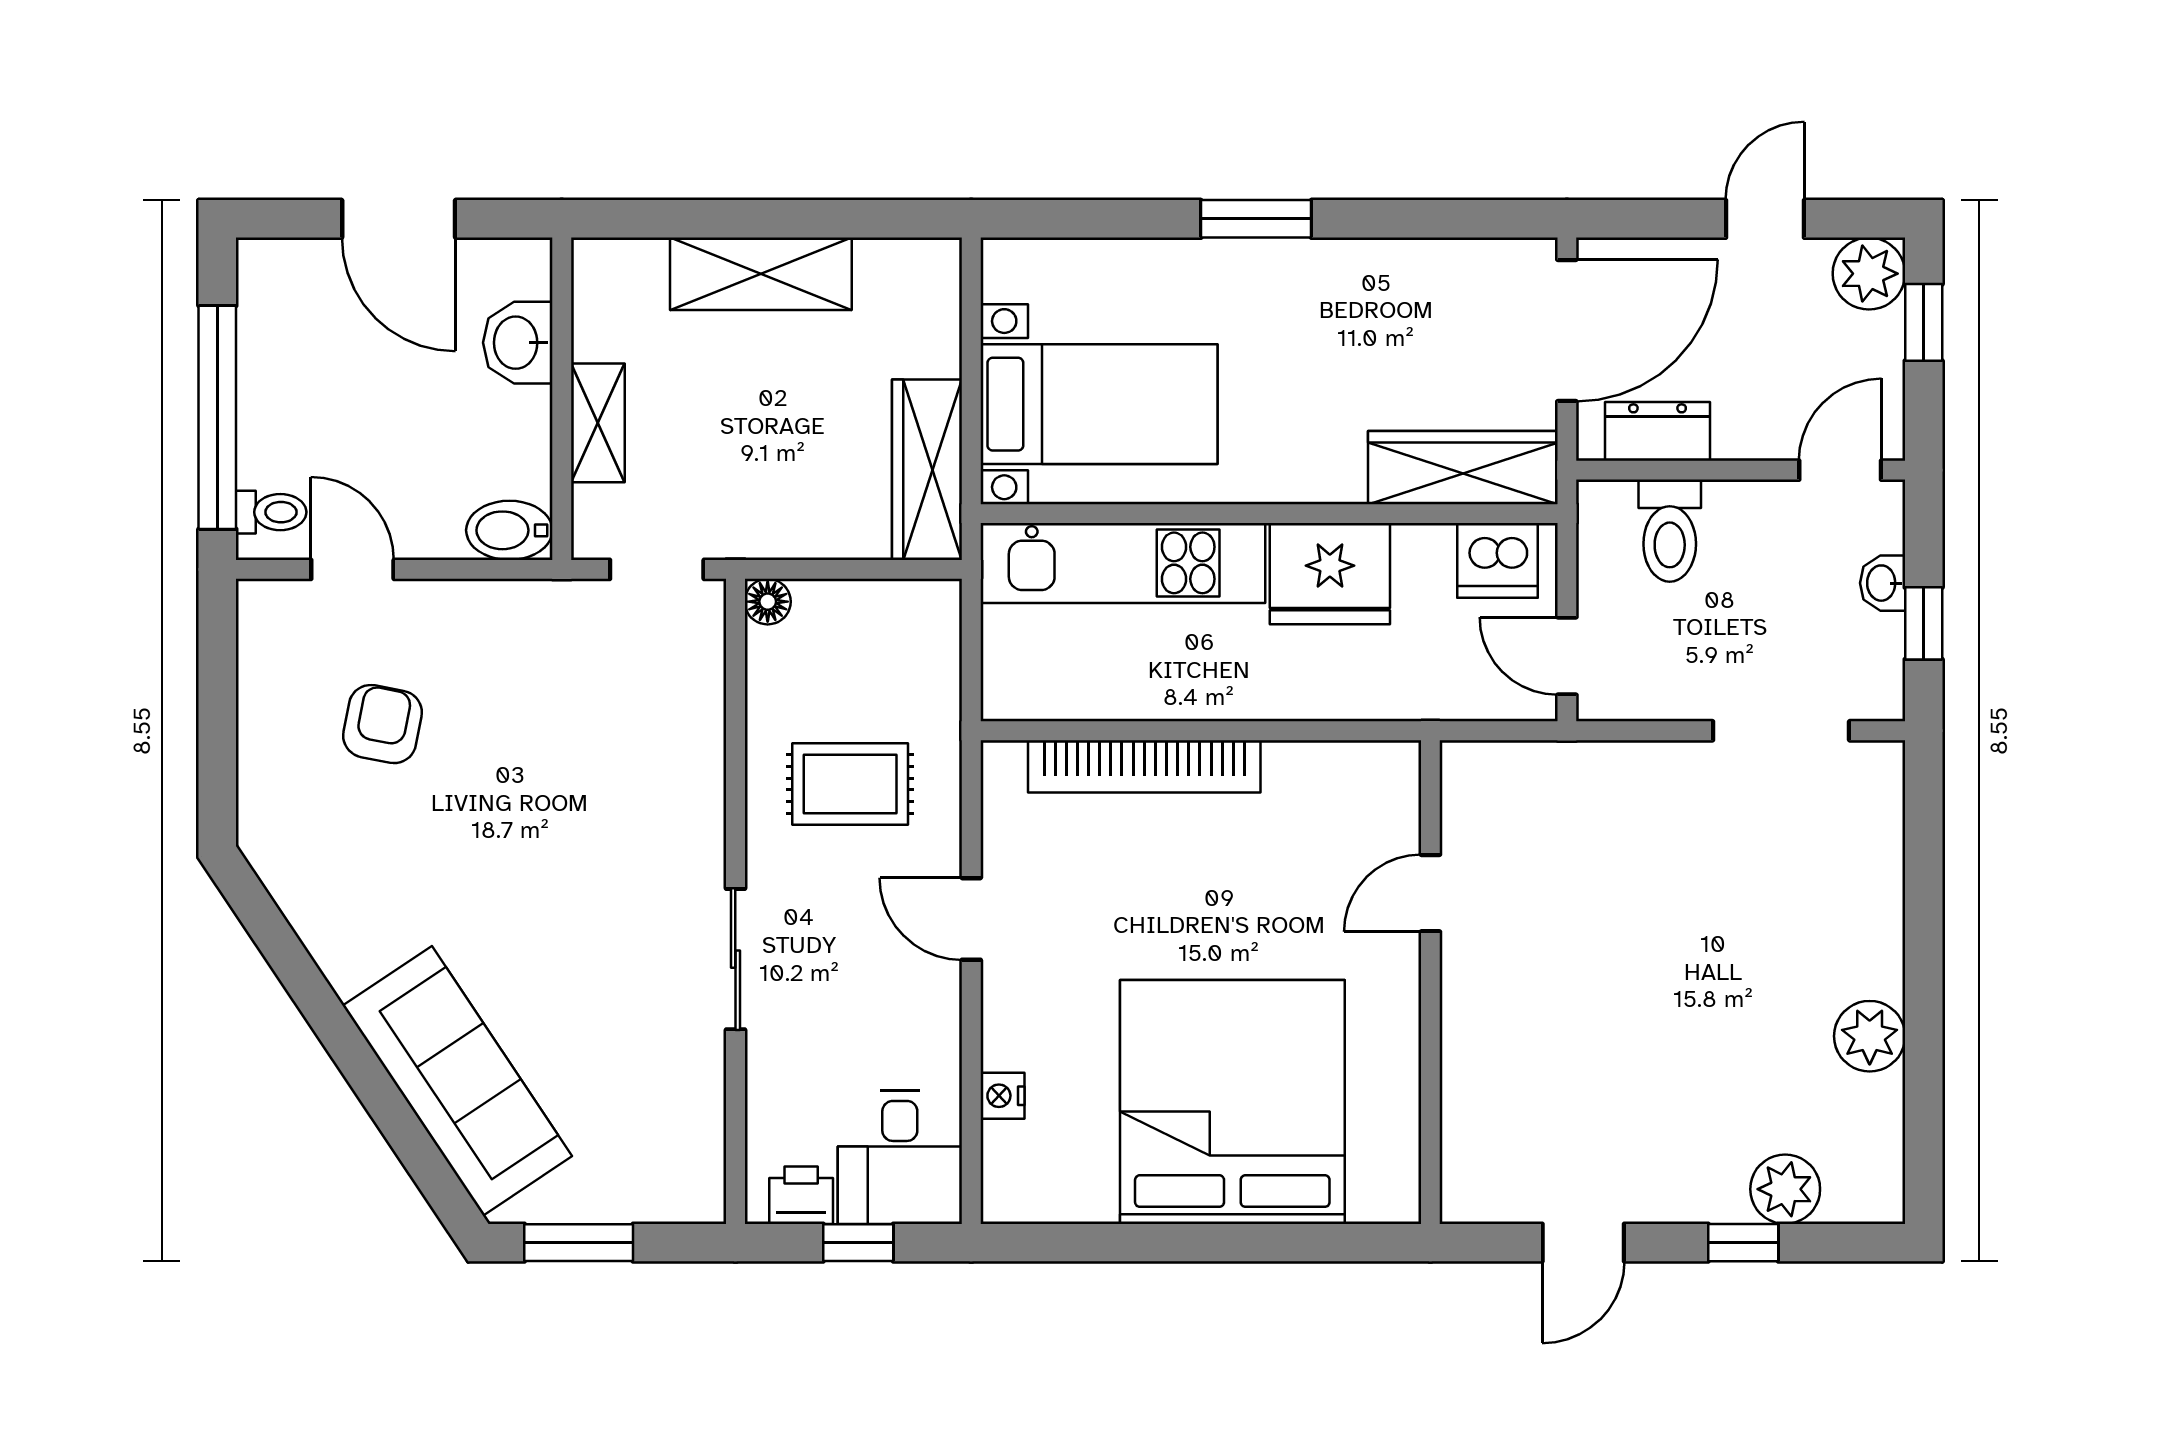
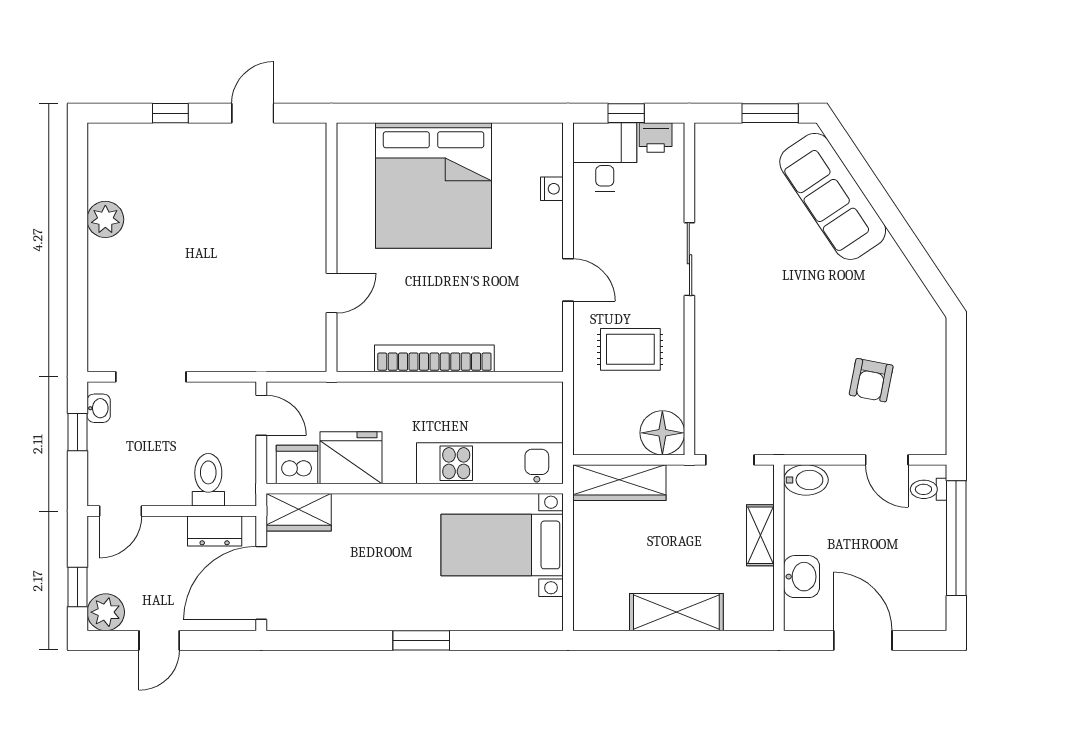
wardrobe: (1463, 468) -> (299, 512), width x0.67
wardrobe: (927, 470) -> (619, 483), moved, turned 90
fridge: (1330, 574) -> (351, 458), moved
washbasin: (1883, 583) -> (99, 408), moved
floor lamp: (768, 602) -> (662, 433), width x1.89, depth x1.89
bookcase: (1144, 766) -> (434, 358), moved
plant: (1785, 1189) -> (149, 141), removed

